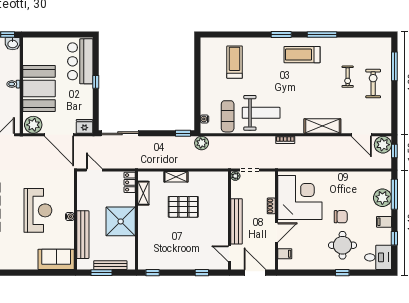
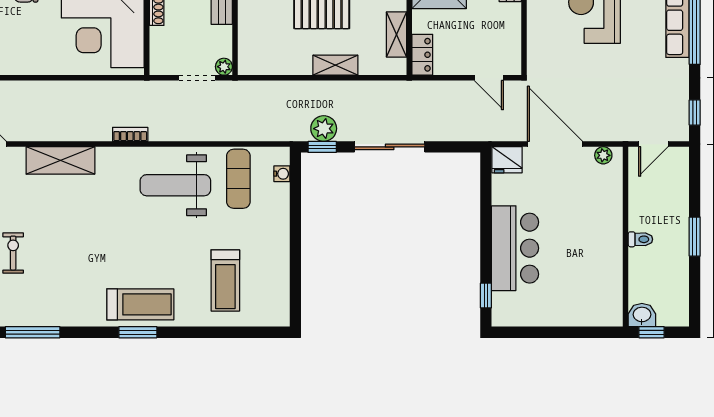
window: (322, 35) -> (33, 332), moved
treadmill: (302, 55) -> (140, 304), moved
bar counter: (80, 61) -> (515, 248), moved
window: (96, 82) -> (486, 295), moved
booth: (39, 88) -> (592, 231), removed
plant: (33, 125) -> (603, 155), width x0.53, depth x0.53
sliding door: (120, 133) -> (390, 147), moved
plant: (202, 143) -> (324, 129), moved

